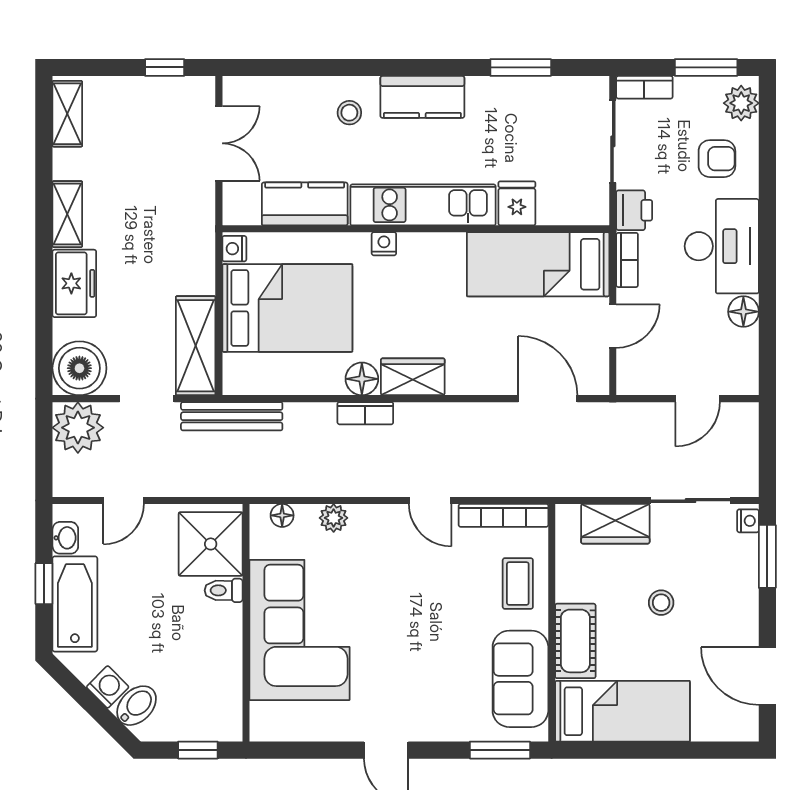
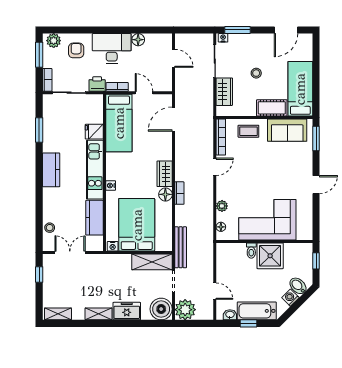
stool: (349, 113) -> (50, 228), moved
shower: (211, 544) -> (270, 256), moved

